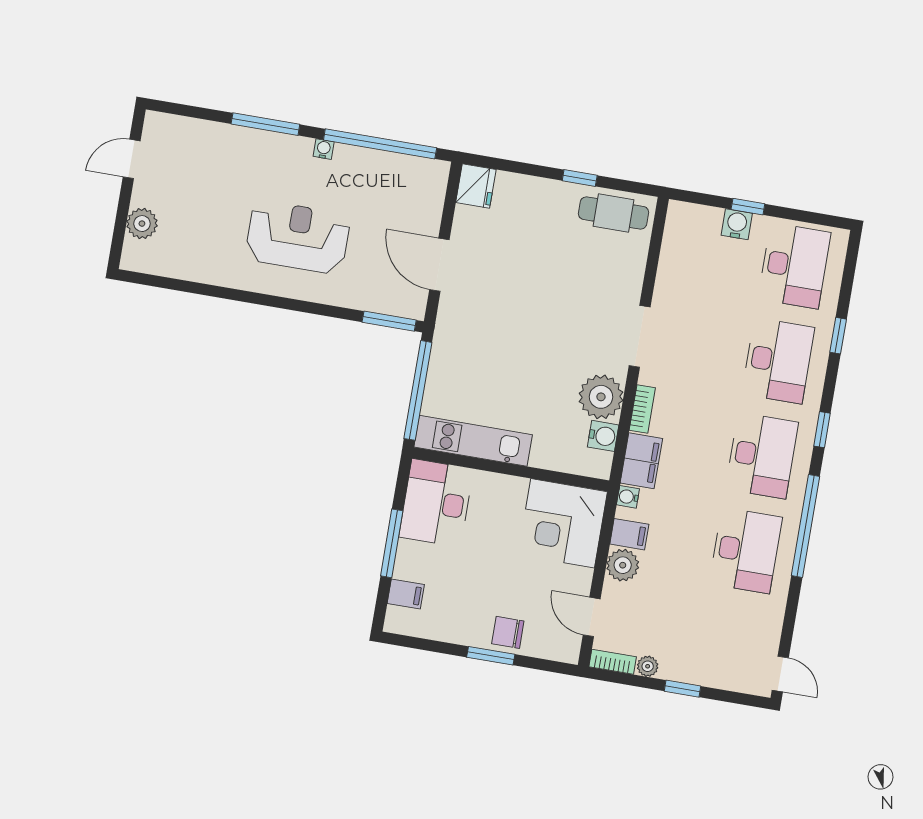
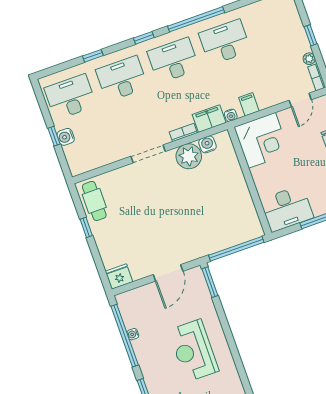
water cooler: (324, 149) -> (133, 334), moved
kitchen unit: (473, 441) -> (246, 207), removed
plant: (623, 565) -> (266, 99), removed

